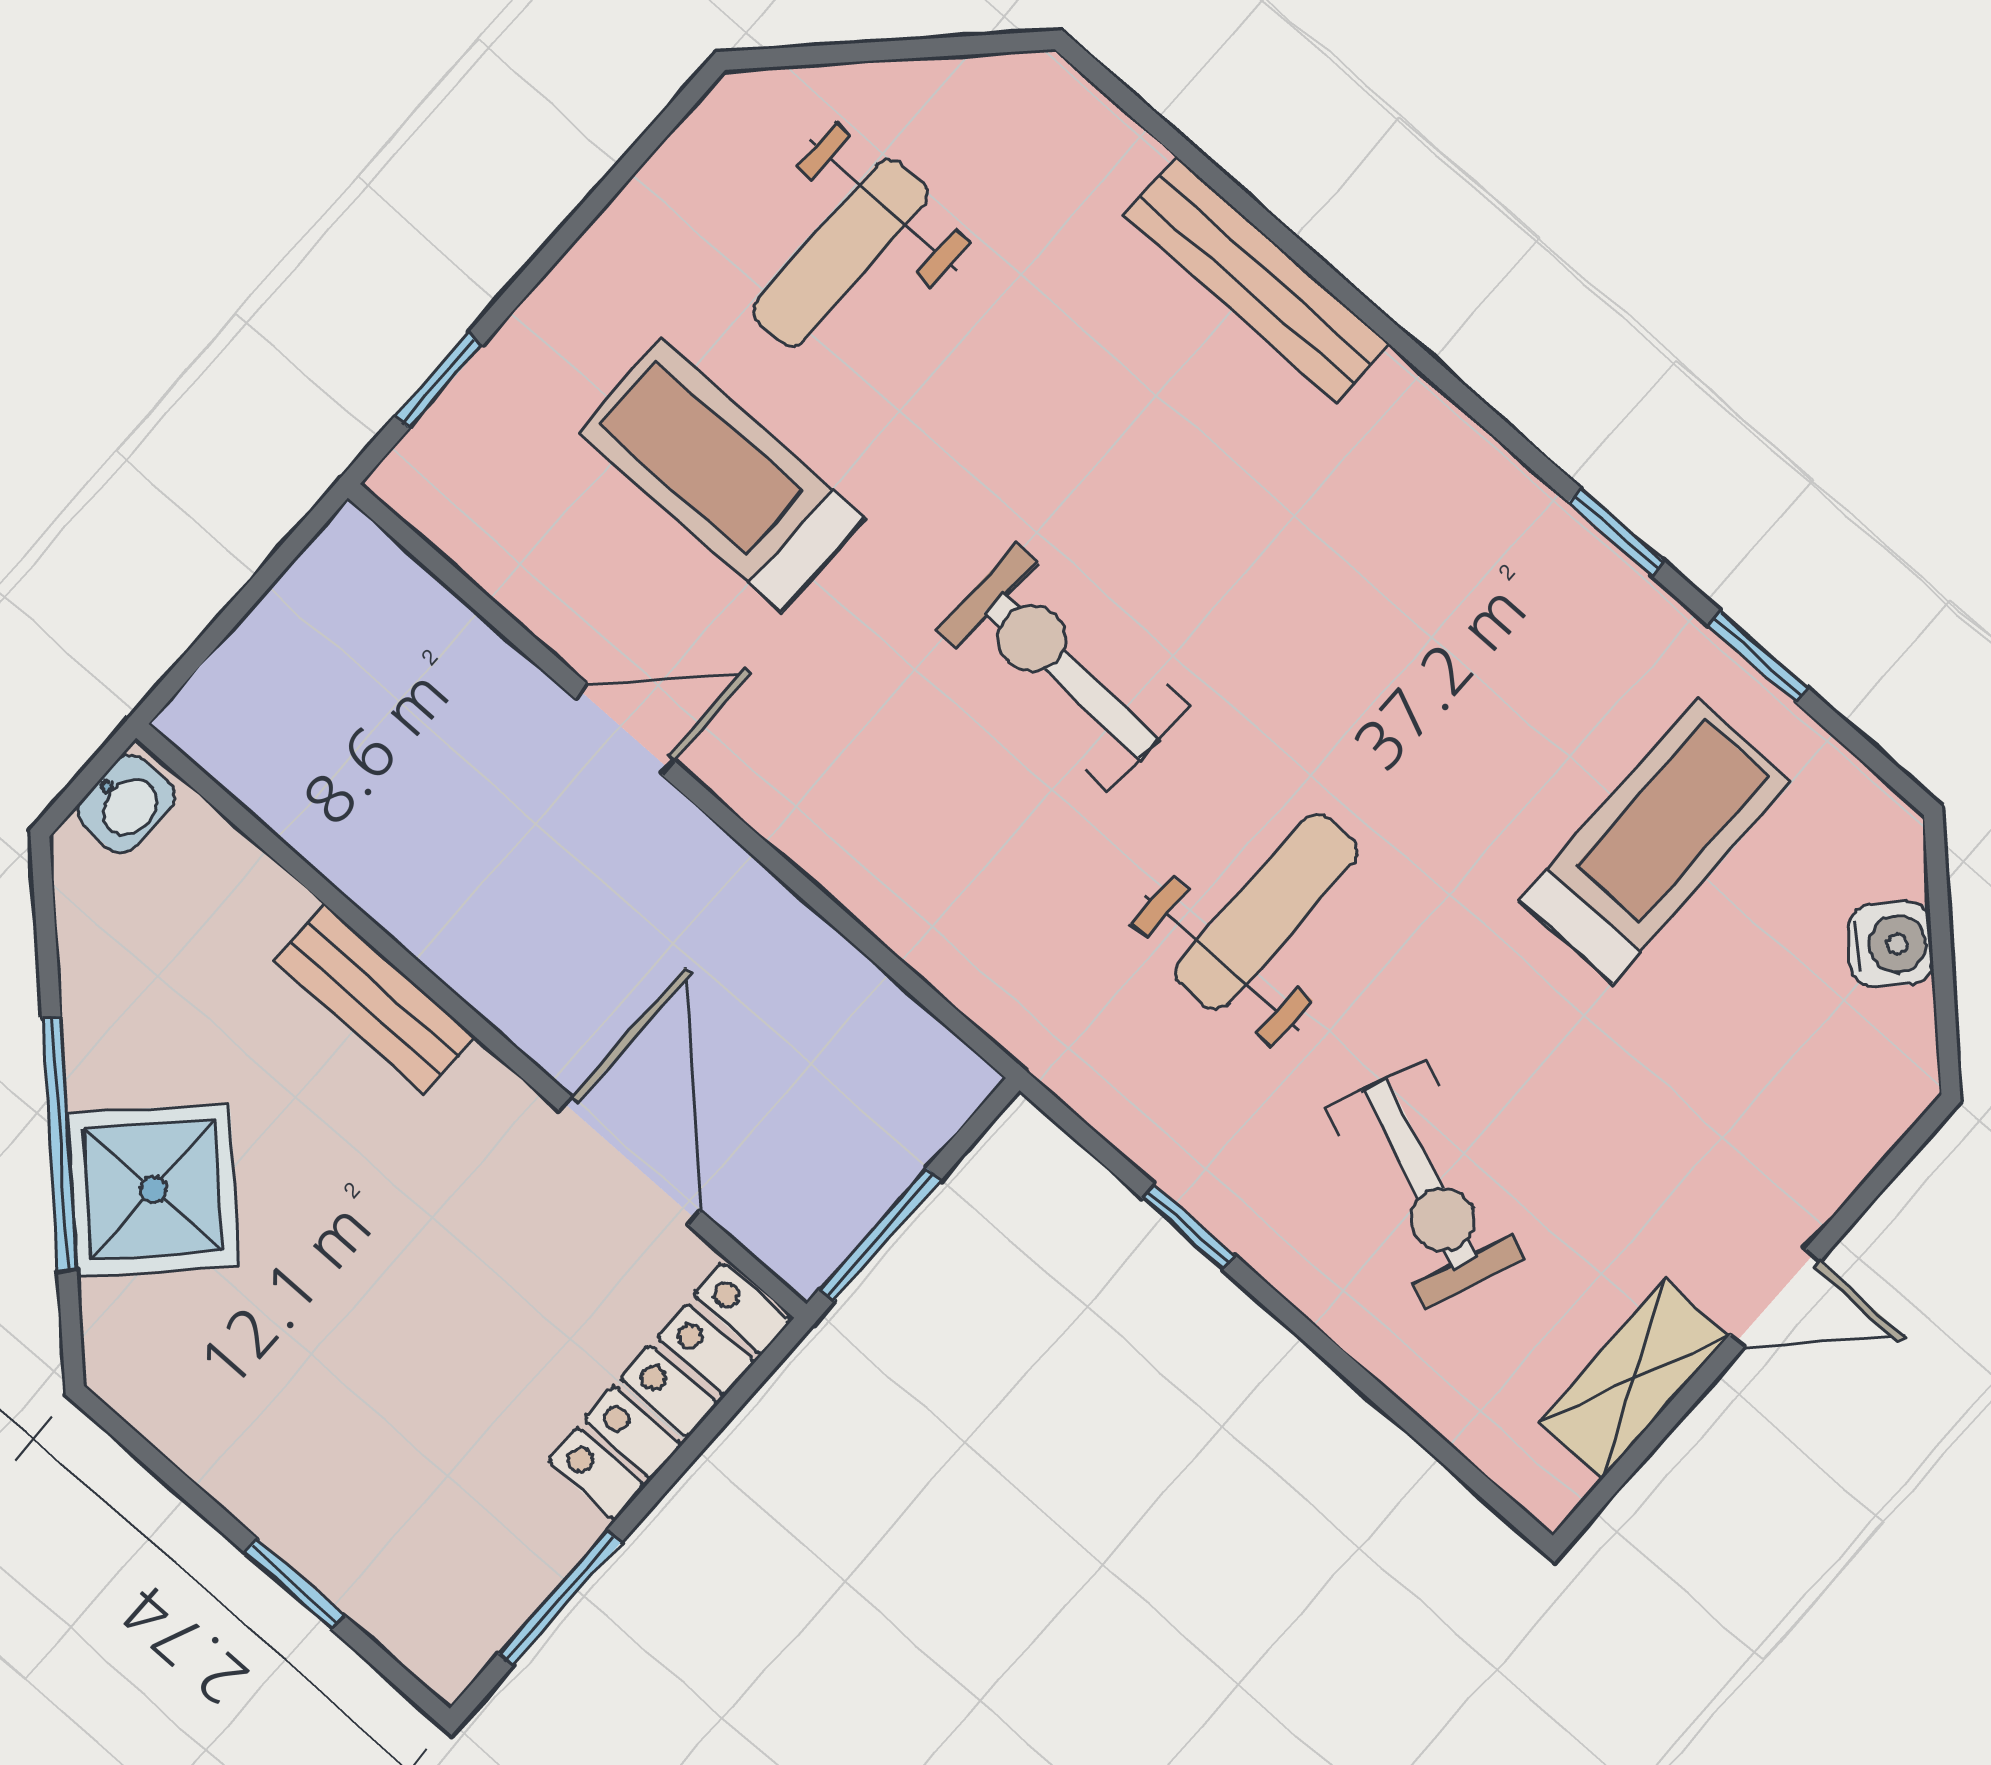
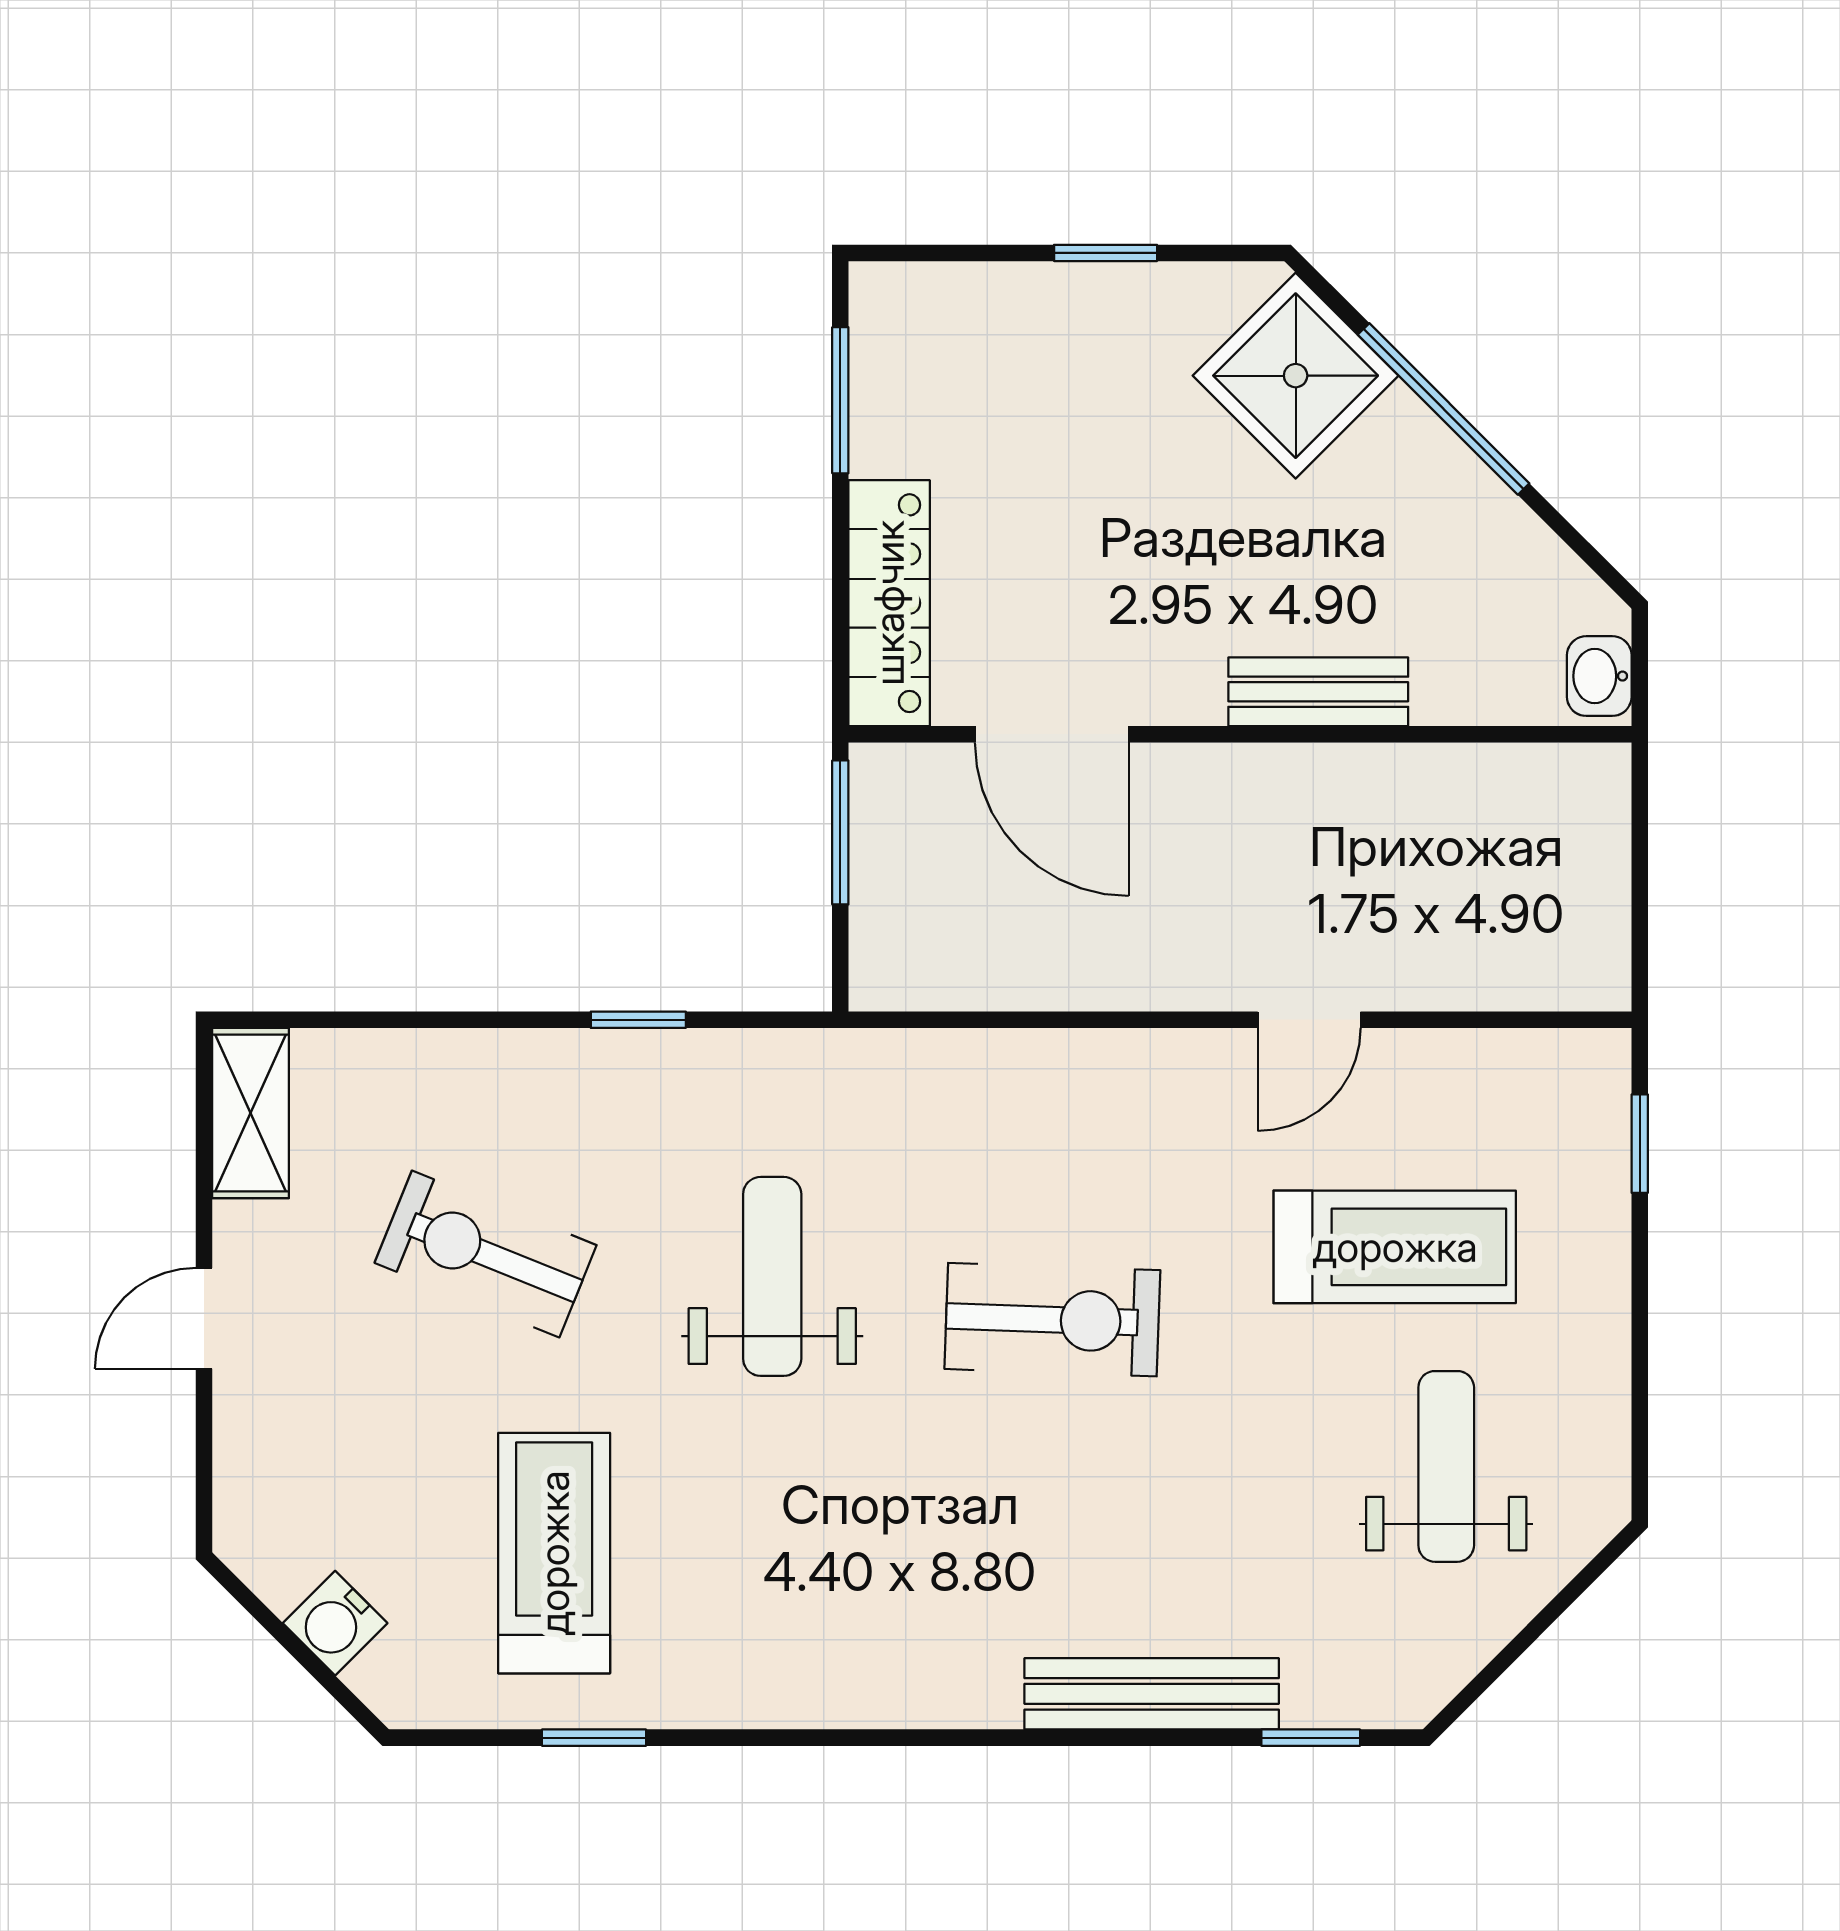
window: (1616, 532) -> (1311, 1738), moved
treadmill: (1655, 841) -> (554, 1553), turned 180
weight bench: (1266, 912) -> (772, 1276), turned 180
exercise bike: (1425, 1183) -> (486, 1254), moved
shower: (153, 1190) -> (1296, 376), moved
shelving: (1634, 1379) -> (250, 1113), moved
window: (294, 1584) -> (1106, 253), moved

